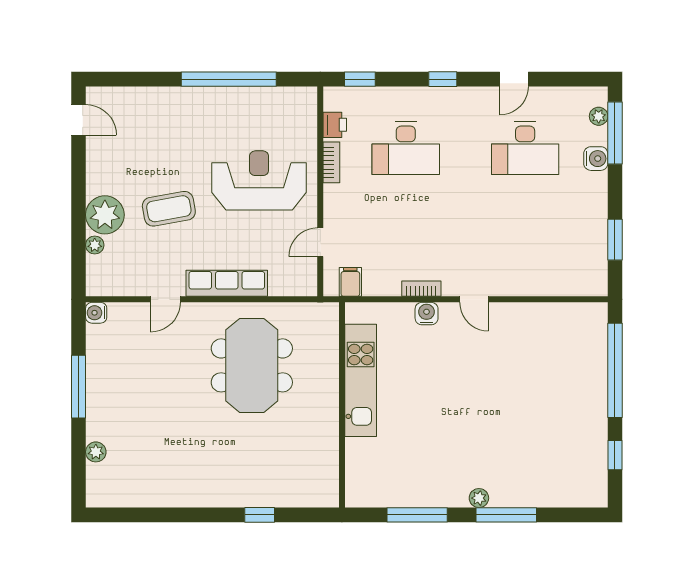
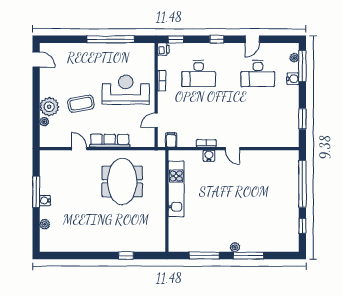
printer: (335, 125) -> (163, 49), moved
door: (165, 299) -> (79, 149), swing flipped
water cooler: (96, 313) -> (45, 200), moved

